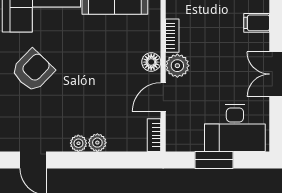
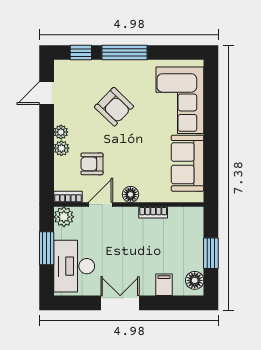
plant: (177, 66) -> (64, 217), moved
armchair: (33, 70) -> (114, 107), moved
door: (163, 97) -> (100, 205), hinge flipped
armchair: (116, 107) -> (92, 164), added

